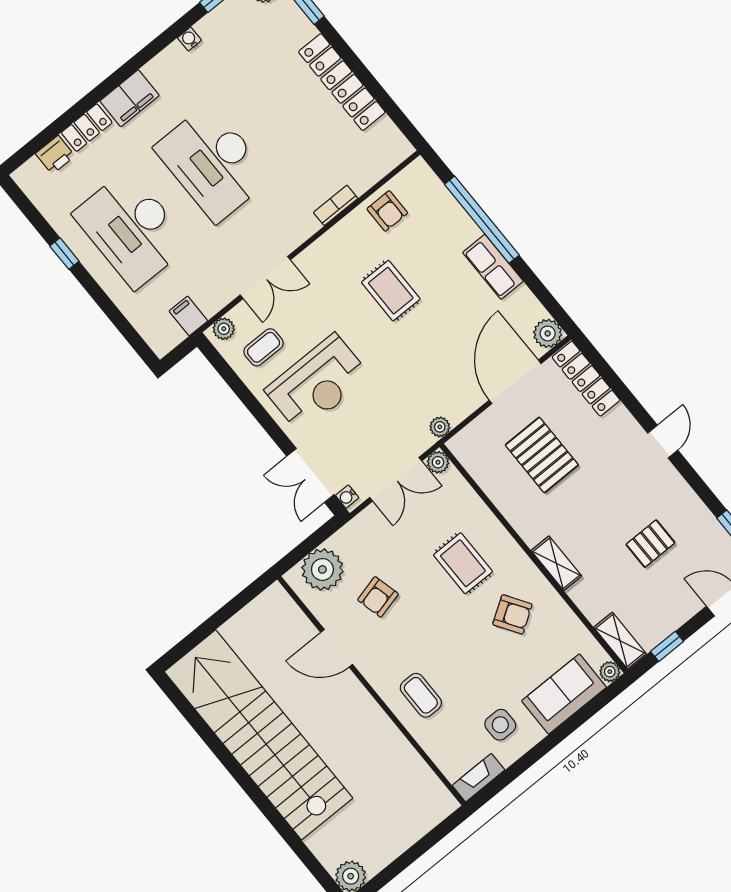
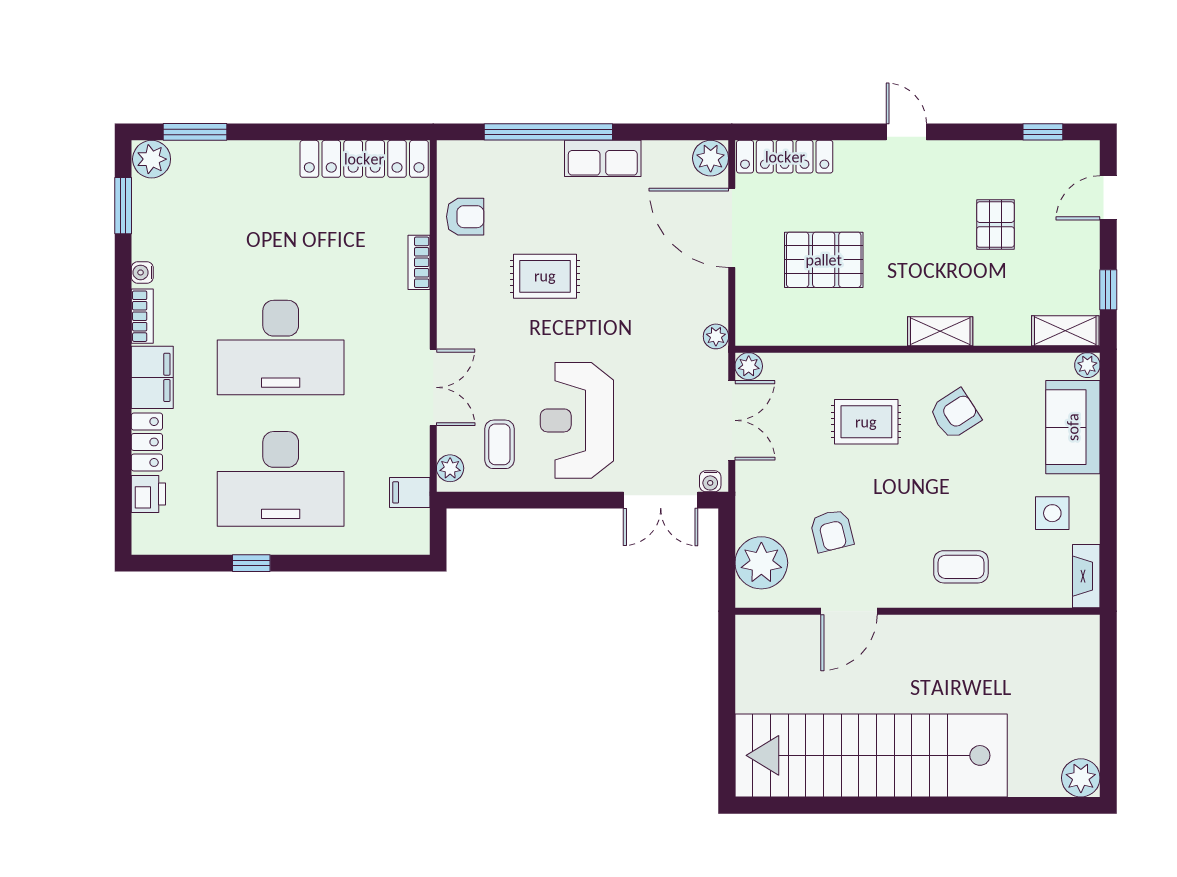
bookcase: (162, 61) -> (142, 316), added
locker: (342, 82) -> (364, 159), moved
reception desk: (317, 383) -> (577, 420), turned 180

